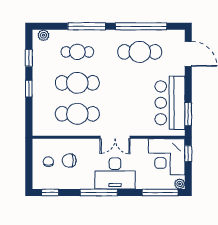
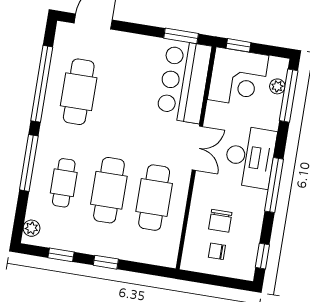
bar counter: (170, 103) -> (184, 82), moved, turned 90
plant: (180, 184) -> (277, 86), moved

